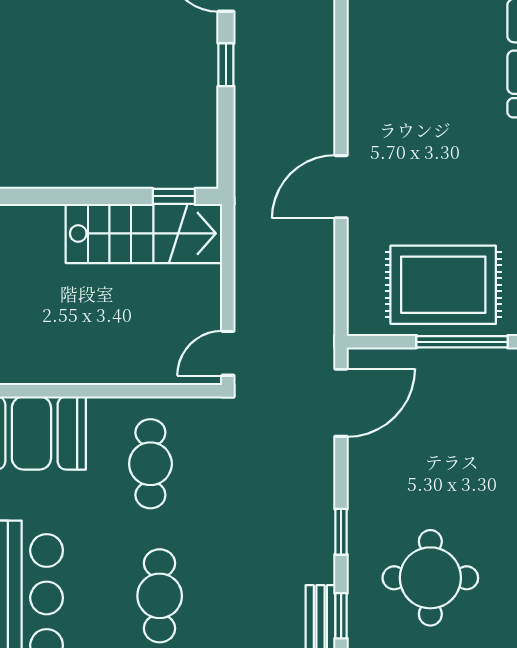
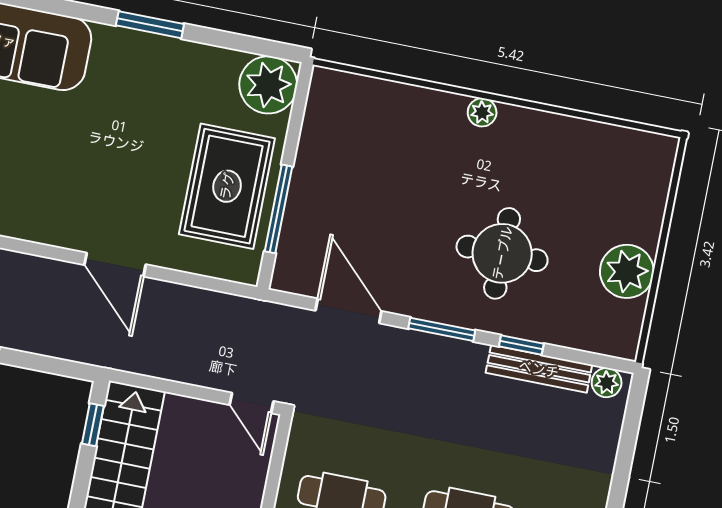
window: (462, 342) -> (279, 209), moved
door: (341, 403) -> (349, 311), moved
window: (341, 532) -> (442, 329), width x1.50

